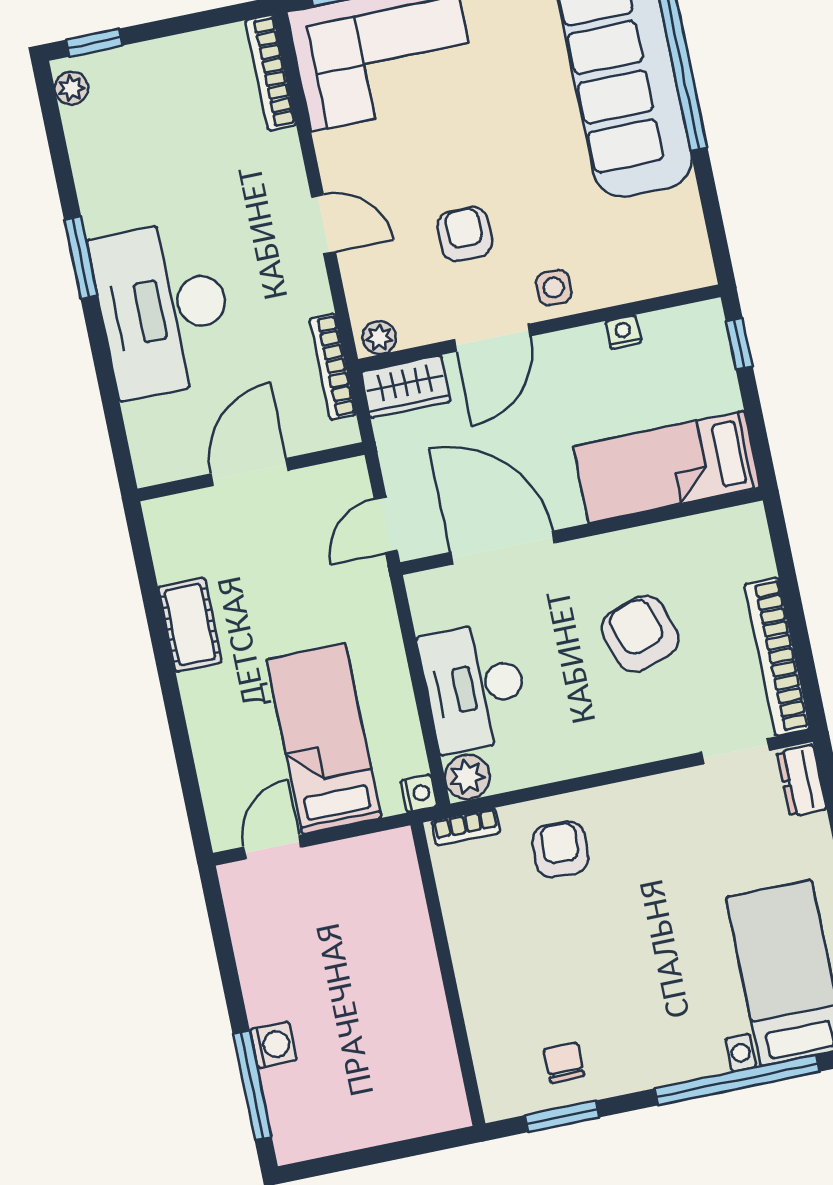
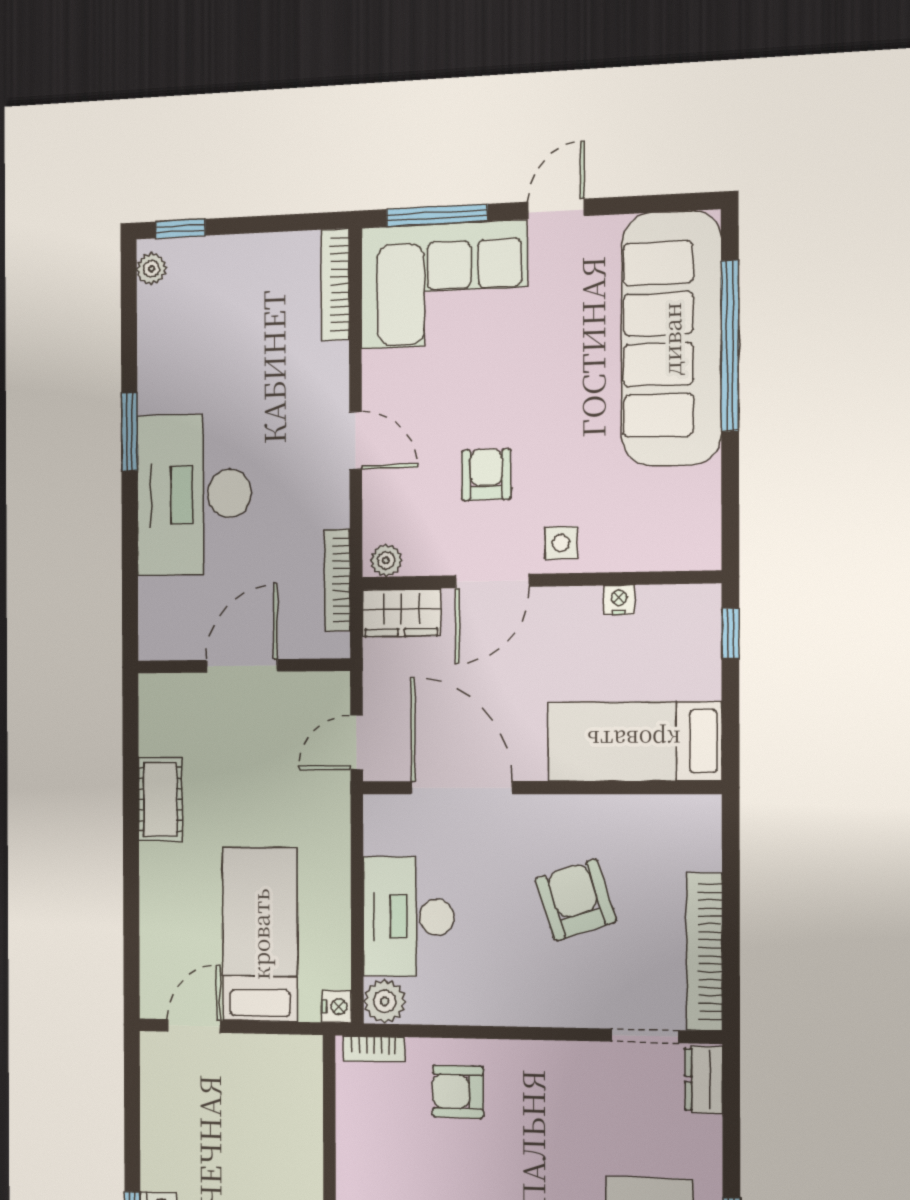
armchair: (560, 849) -> (458, 1092), turned -93

